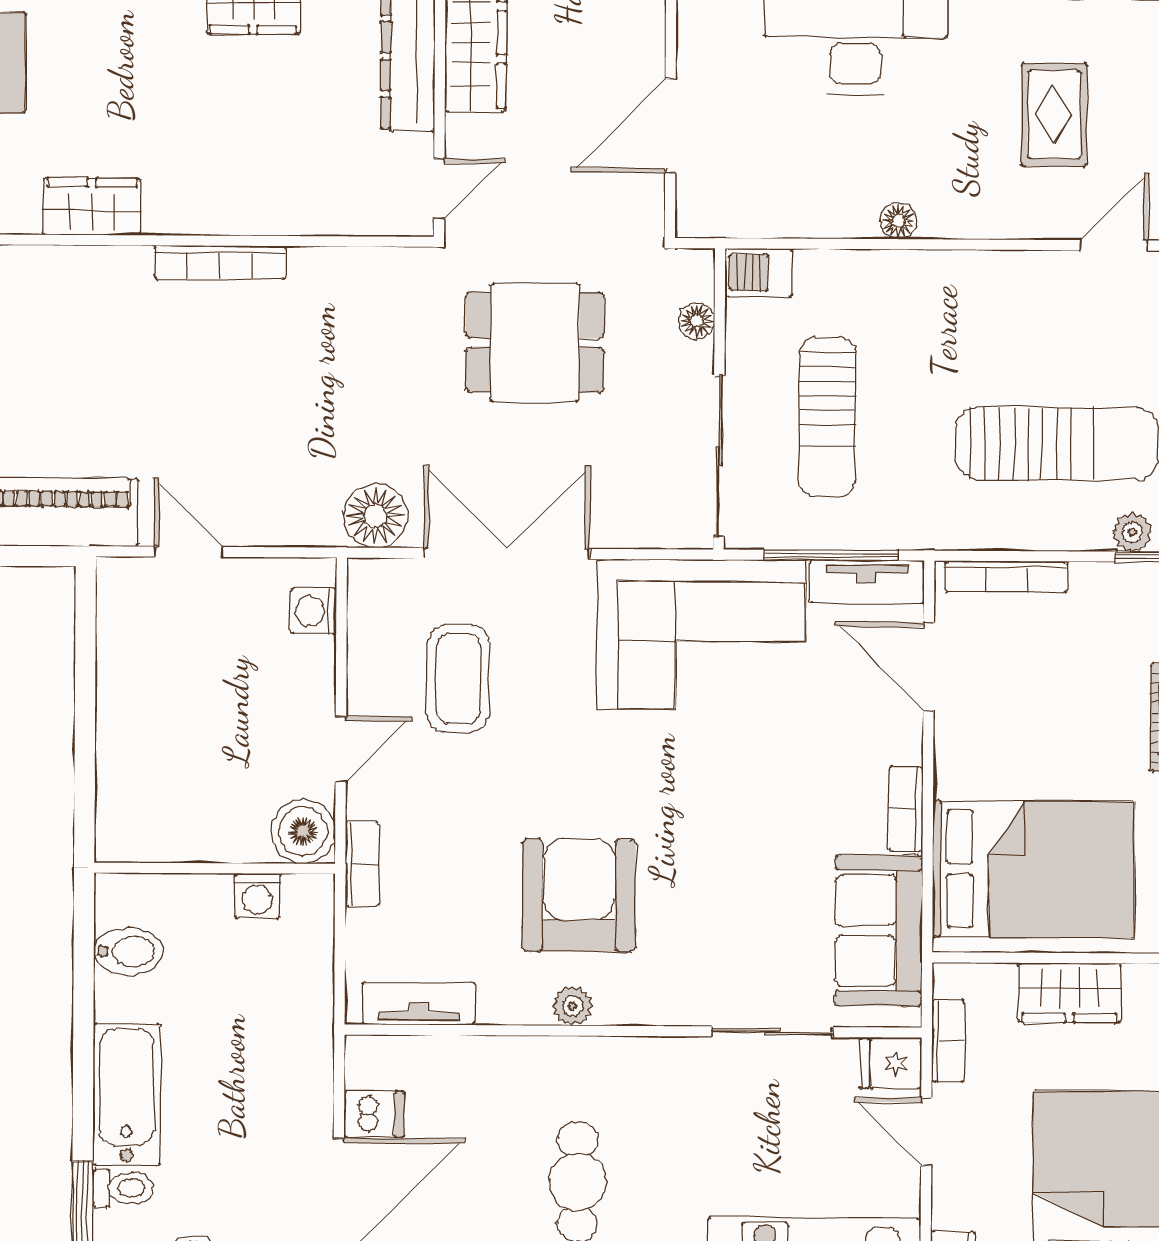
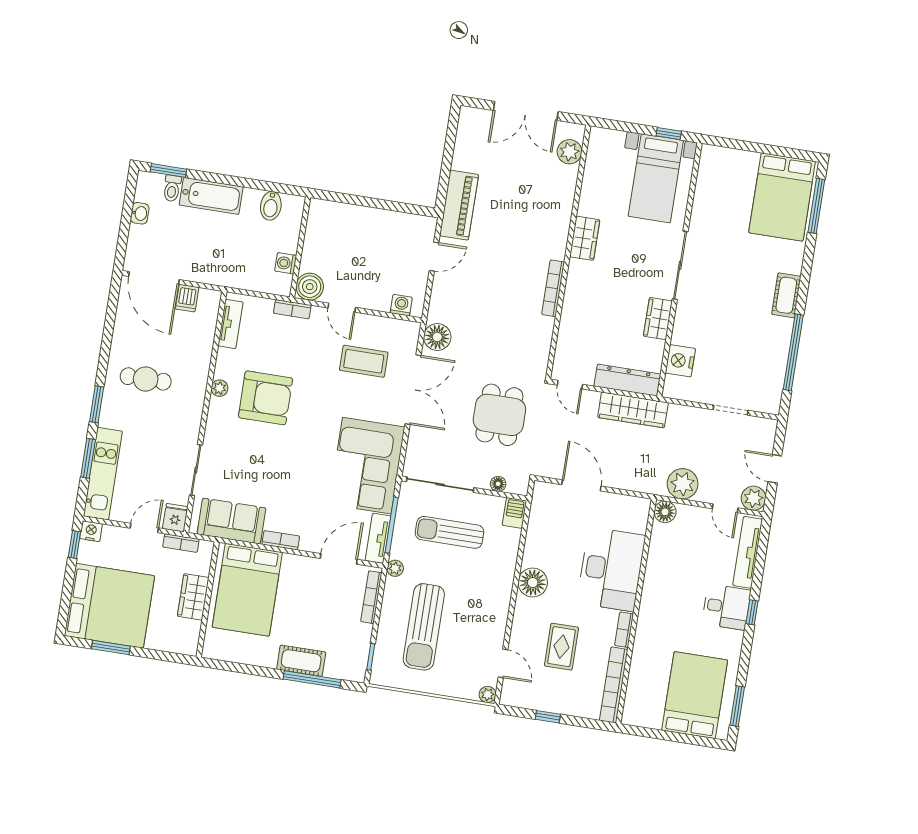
rug: (1054, 115) -> (562, 647), turned 90
floor lamp: (898, 221) -> (533, 583), width x1.89, depth x1.89
plant: (1132, 532) -> (395, 568), moved

